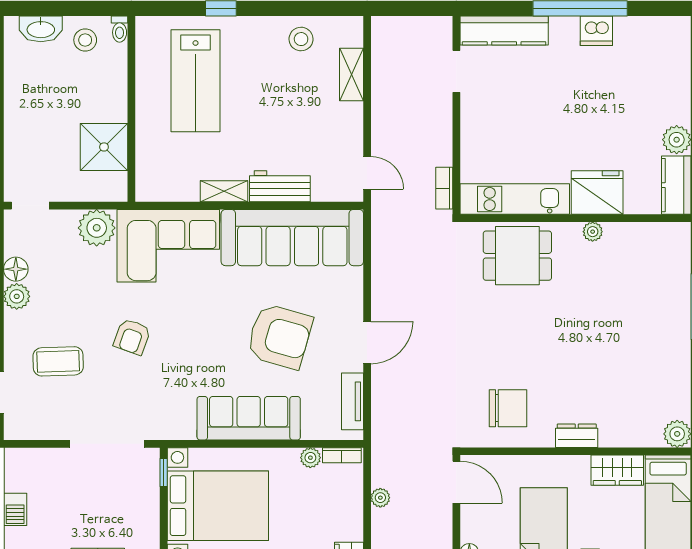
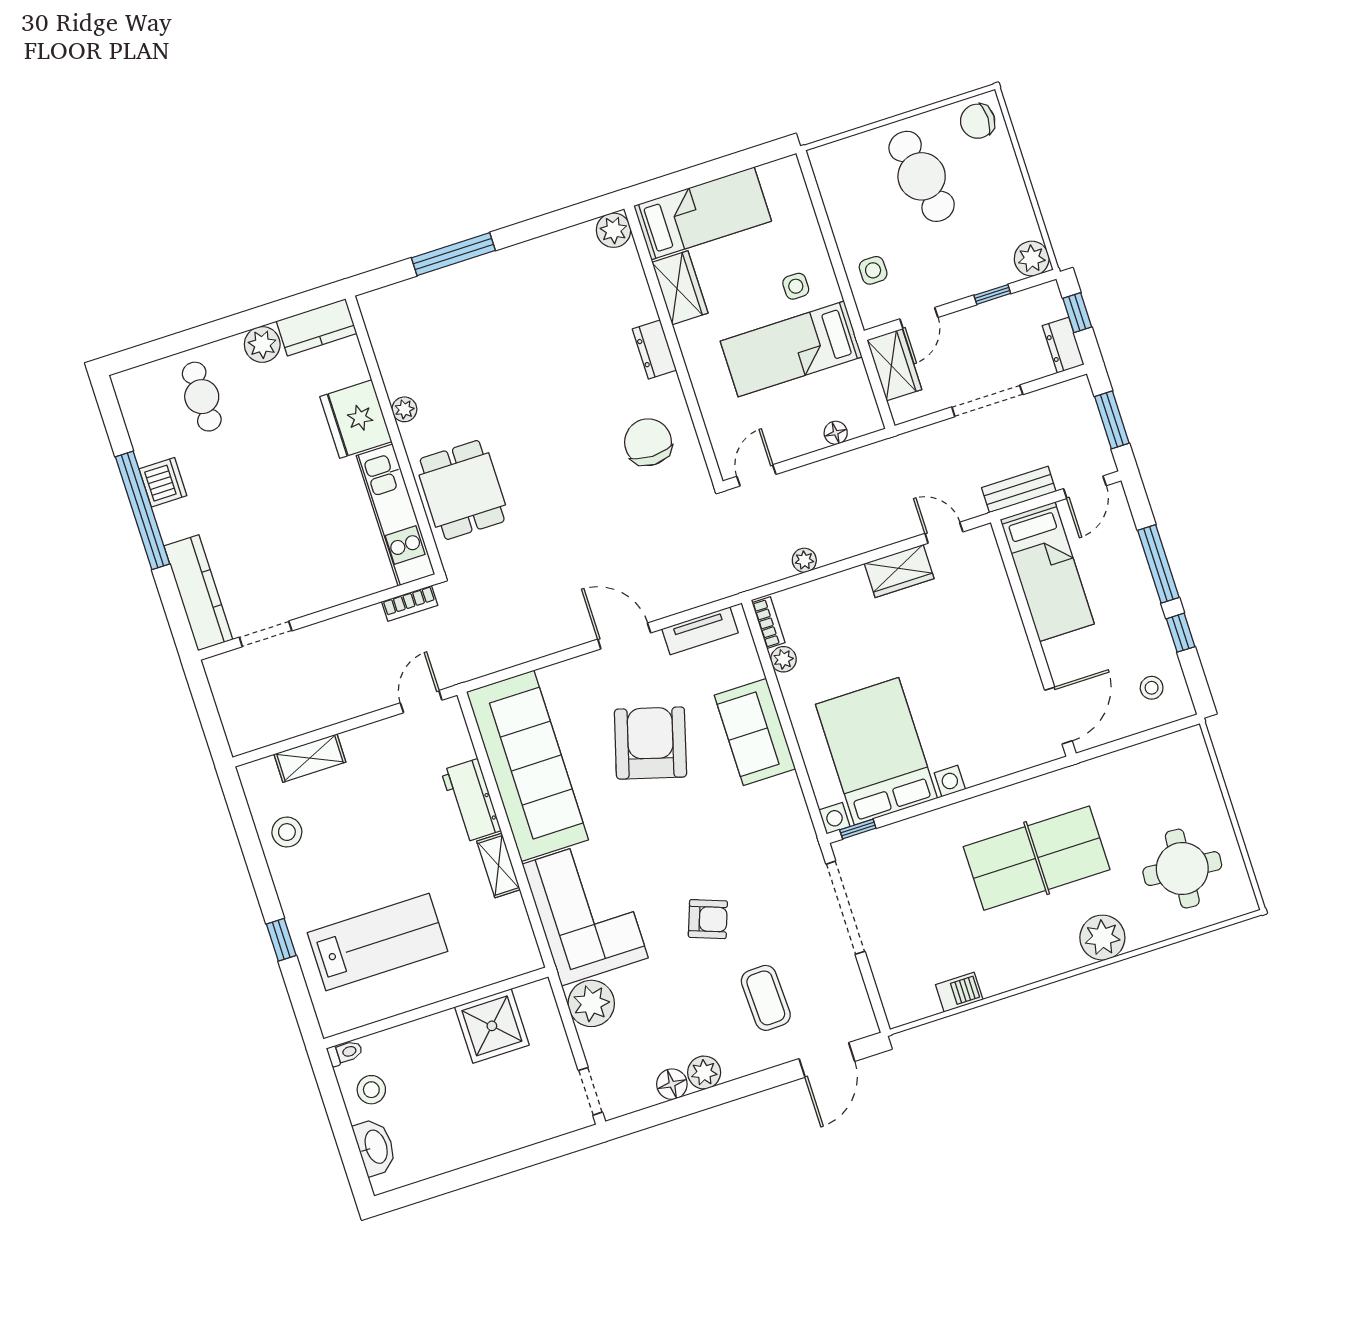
cafe table: (652, 81) -> (202, 397), added
sofa: (249, 418) -> (755, 732), width x0.73
door: (456, 482) -> (756, 475), width x0.73

